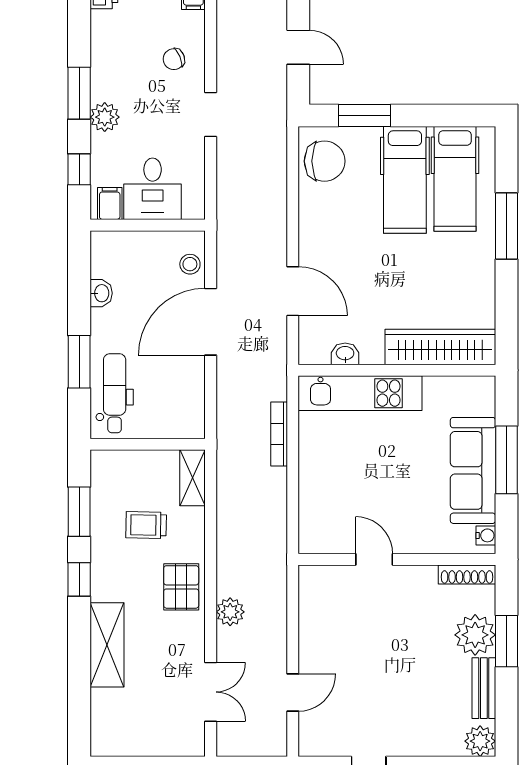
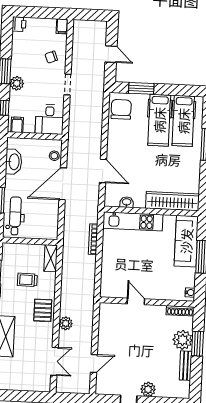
chair: (325, 161) -> (121, 109), turned -90
desk: (153, 189) -> (49, 119), moved
washbasin: (101, 293) -> (14, 162), width x1.91, depth x1.45
sofa: (473, 470) -> (186, 241), moved
plant: (480, 741) -> (148, 389), moved

